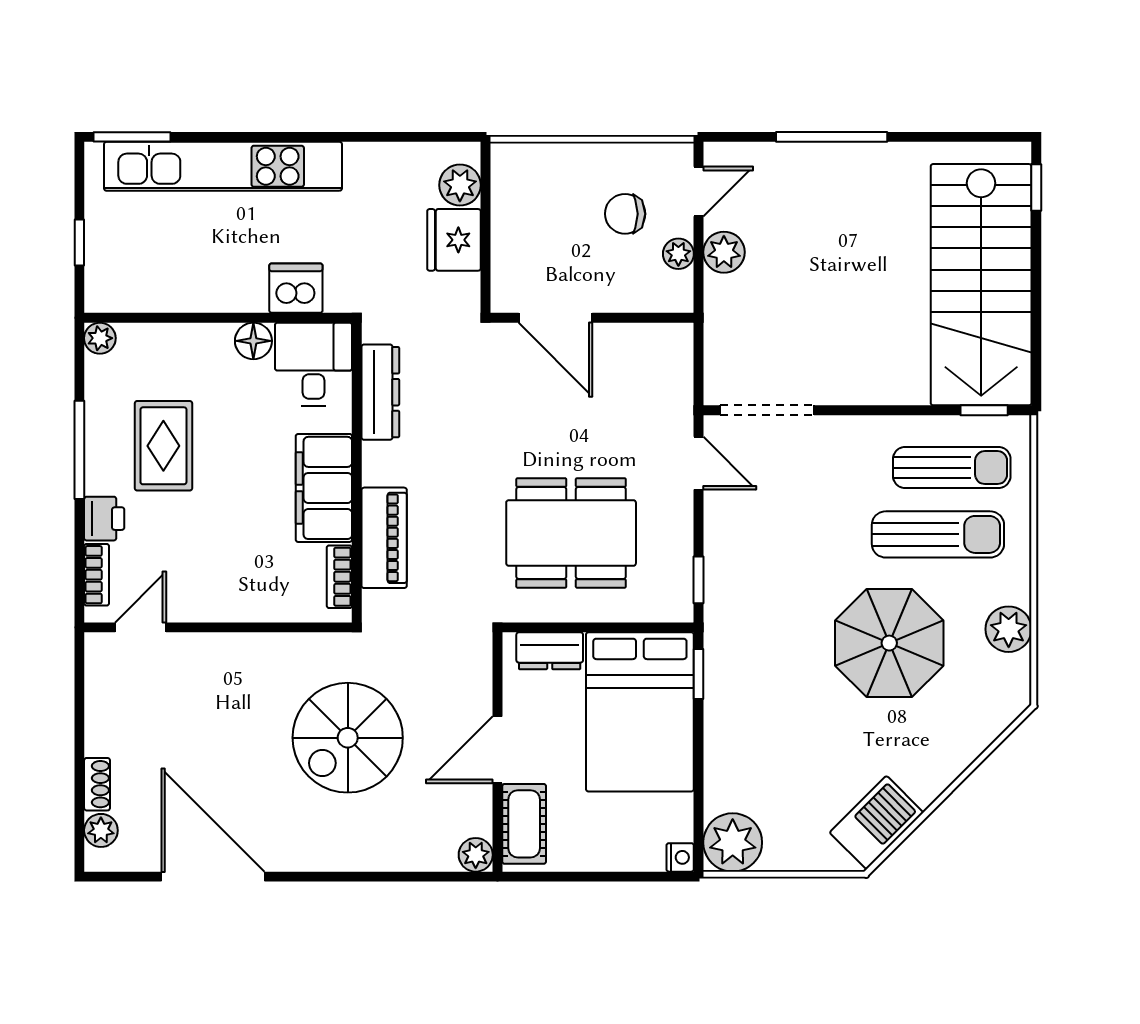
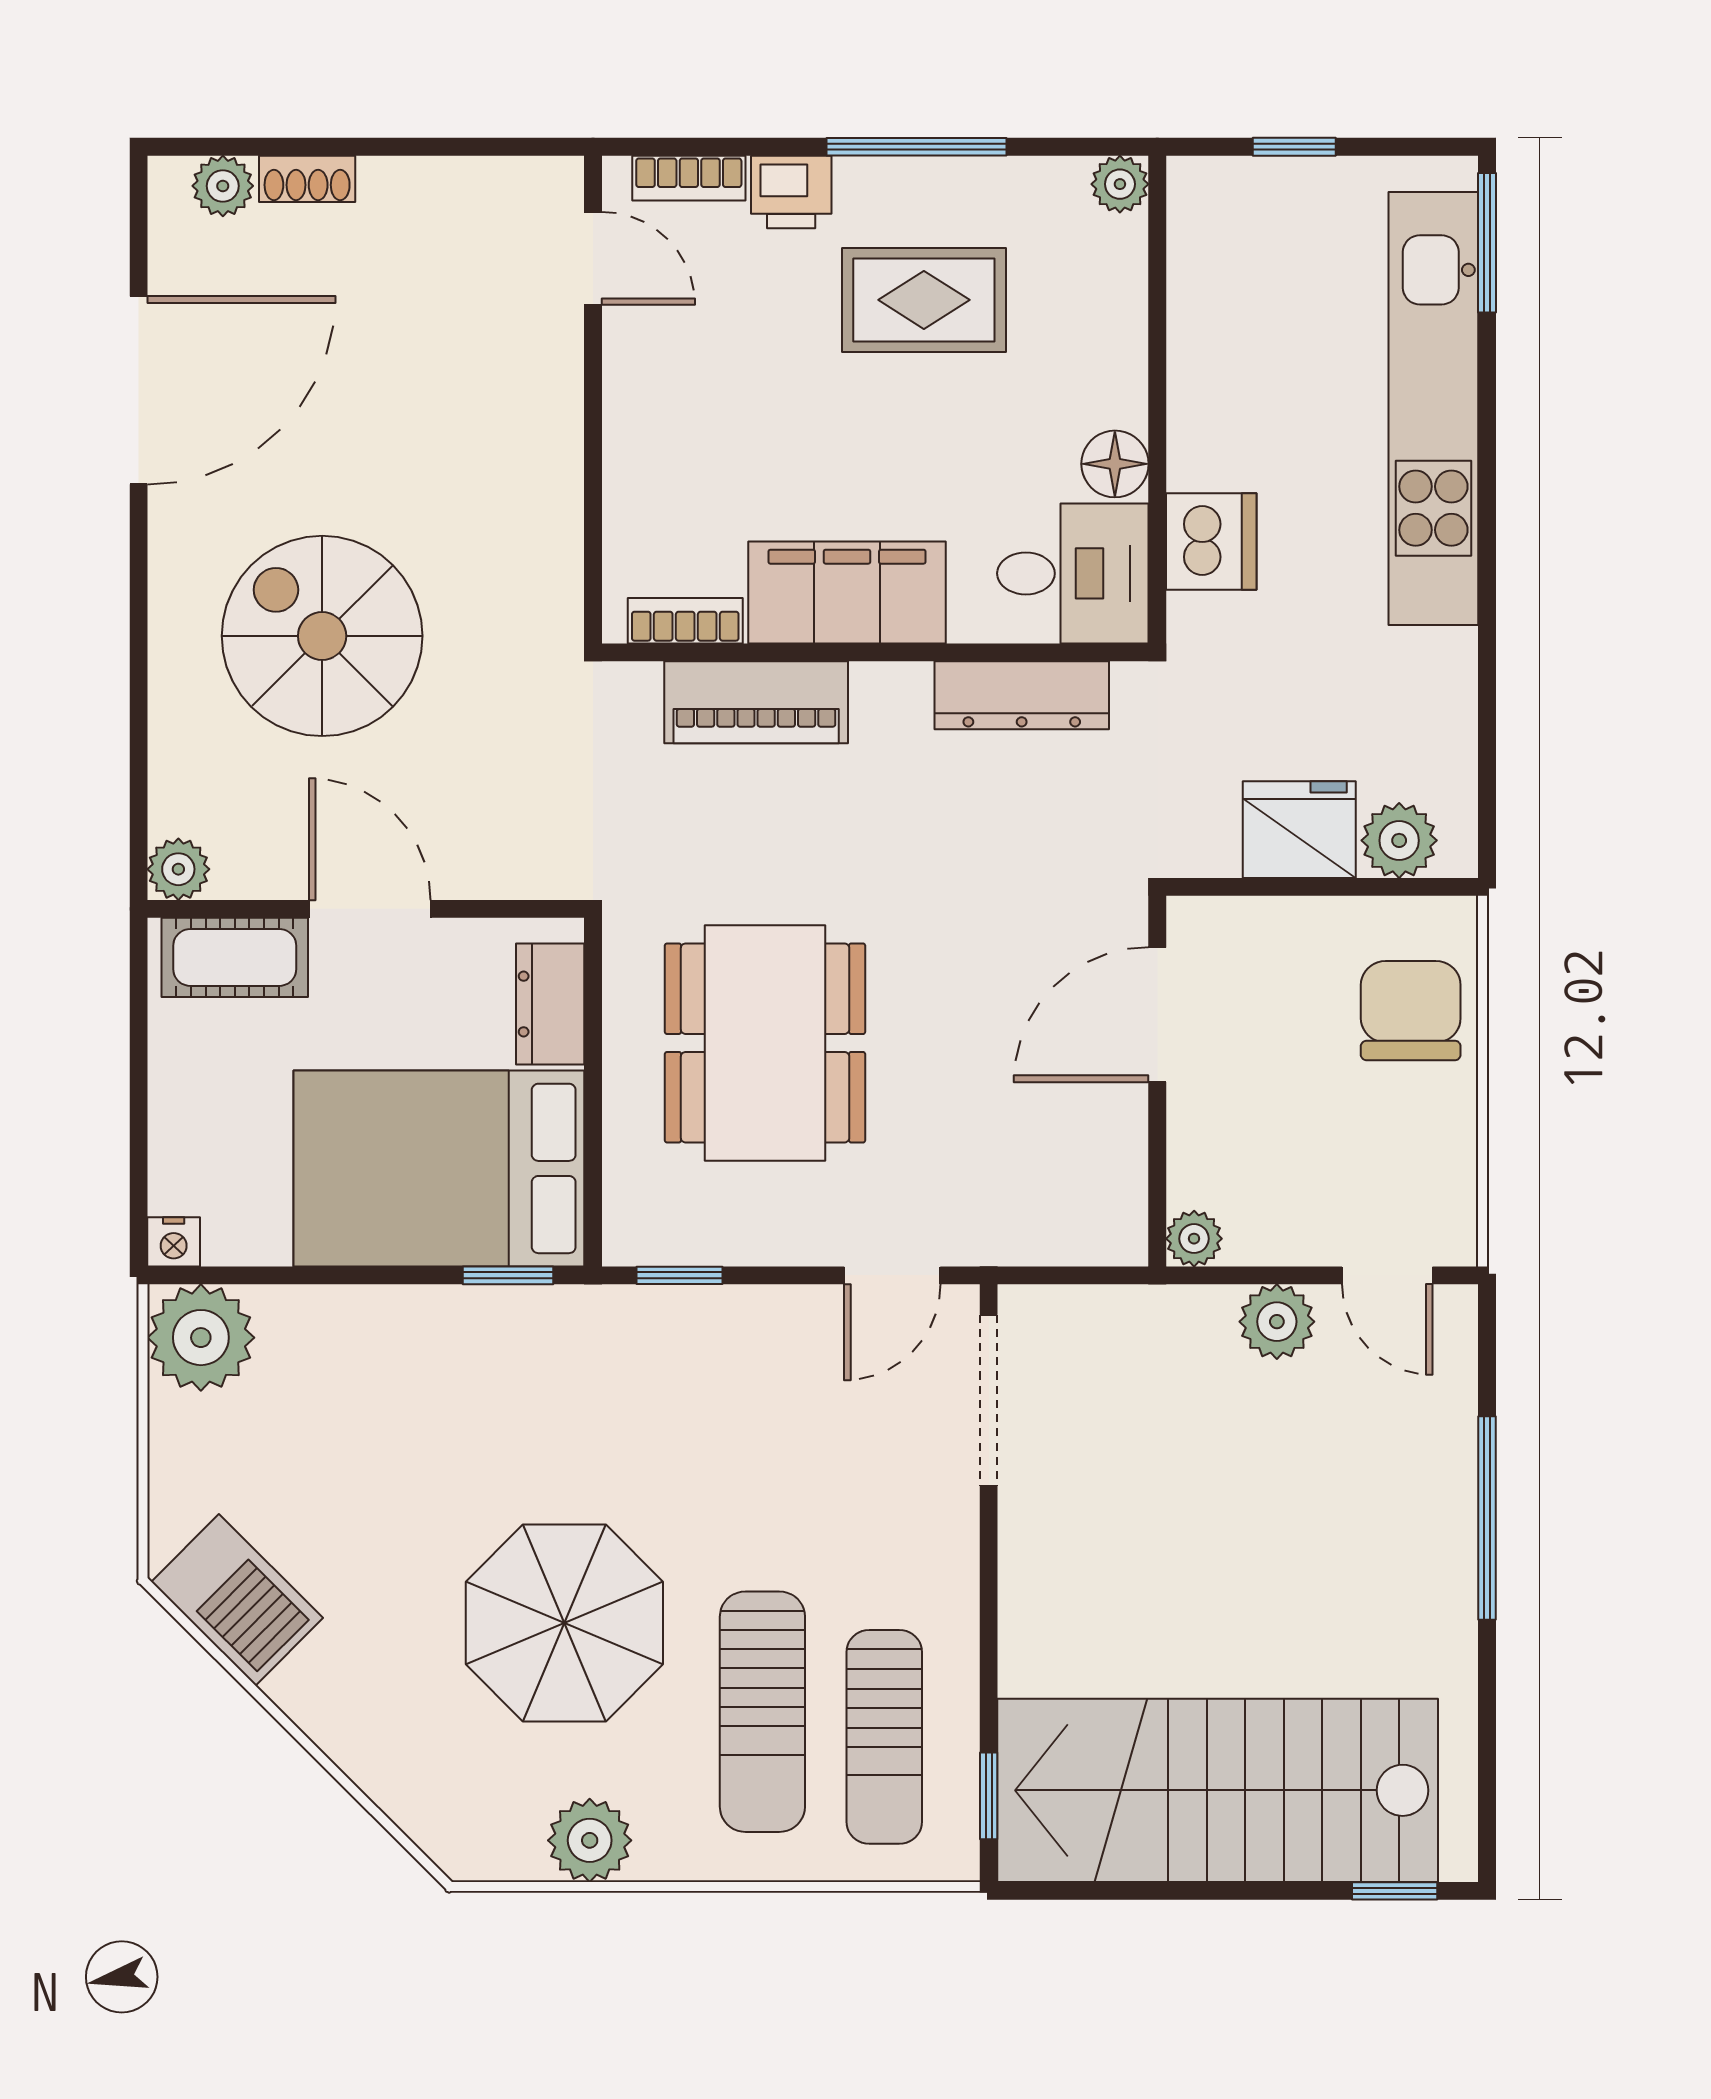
chair: (625, 214) -> (1411, 1011), moved, width x1.37, depth x1.37
plant: (678, 254) -> (1194, 1239), moved
spiral stairs: (348, 738) -> (322, 636), moved

